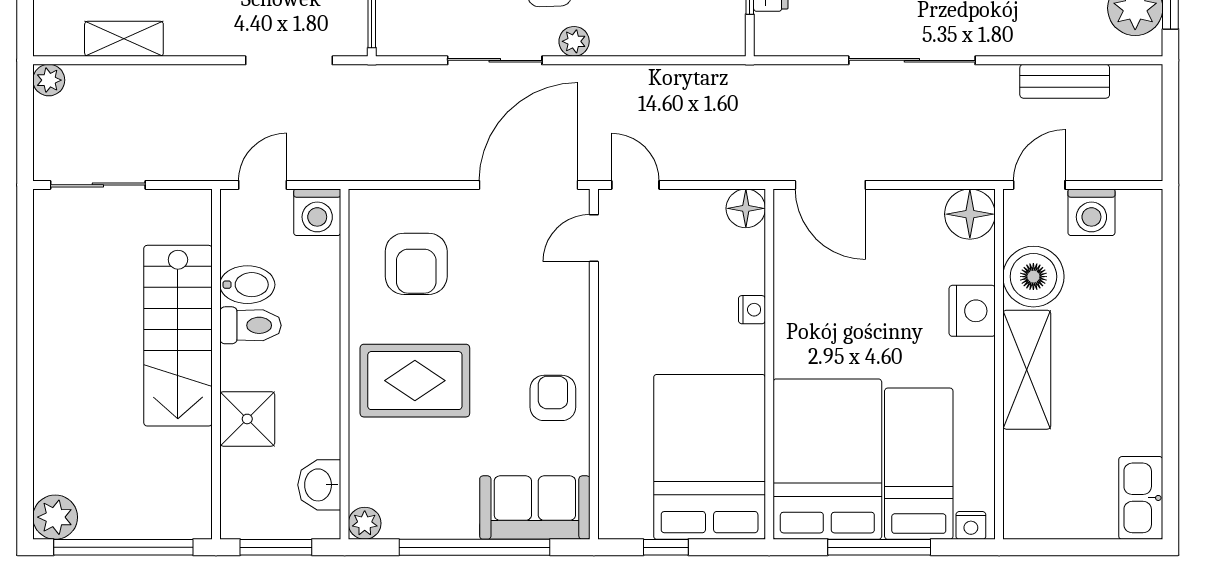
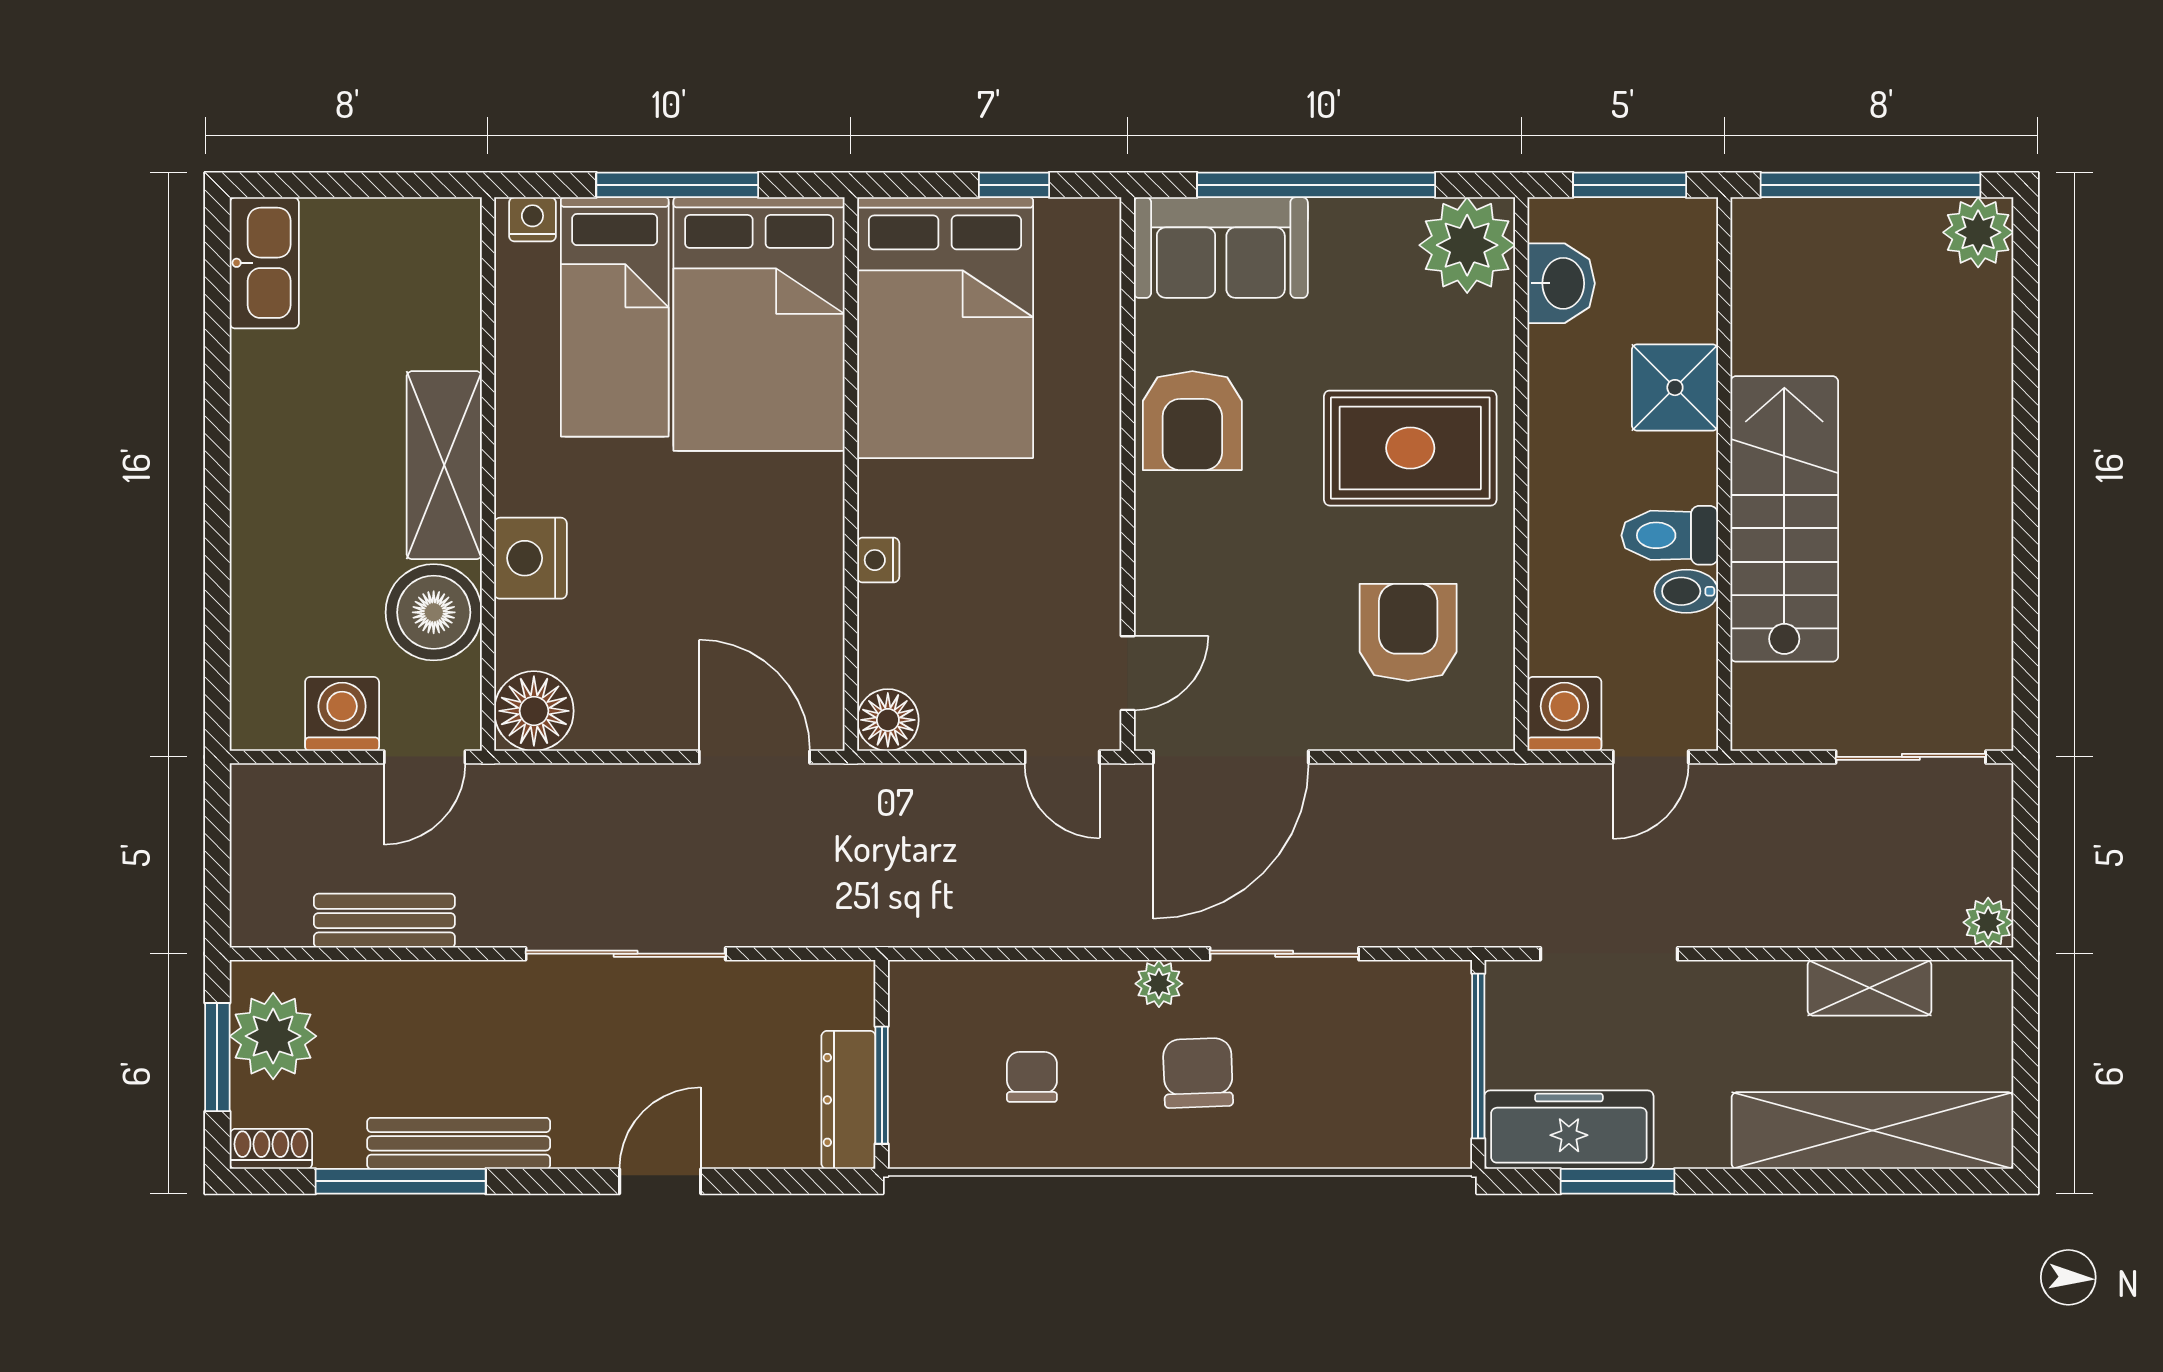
bidet: (247, 285) -> (1686, 591), width x0.72, depth x0.74
armchair: (553, 398) -> (1192, 421), width x1.38, depth x1.38
plant: (365, 523) -> (1467, 245), width x1.87, depth x1.87

